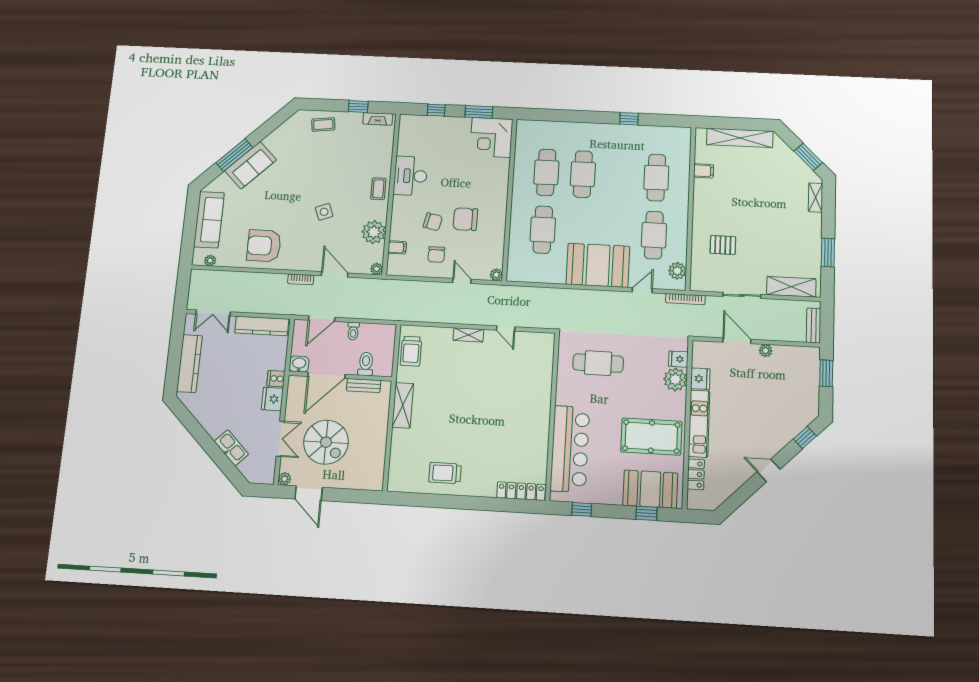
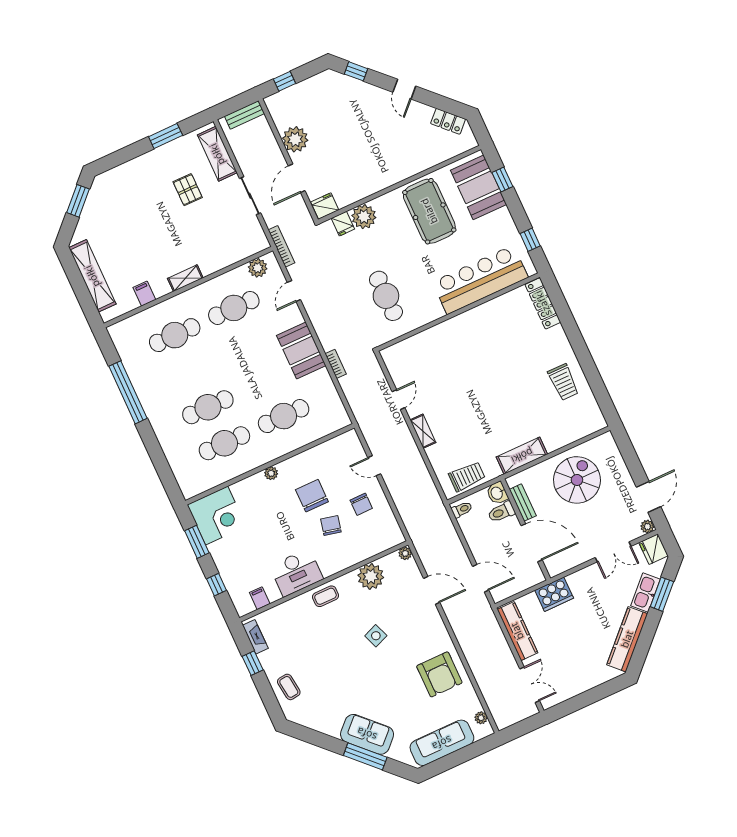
window: (629, 119) -> (128, 392), width x3.17
shelving: (815, 197) -> (185, 278), moved
chair: (465, 219) -> (312, 496), turned 180
pallet: (723, 245) -> (188, 190), moved
filing cabinet: (397, 247) -> (260, 598), moved
chair: (436, 254) -> (361, 504), turned 90
booth: (598, 265) -> (301, 350), width x0.73, depth x0.70
door: (335, 274) -> (432, 590), swing flipped
plant: (496, 275) -> (271, 473), moved
bookcase: (301, 279) -> (336, 364), moved
door: (462, 281) -> (374, 466), hinge flipped
door: (642, 290) -> (294, 291), hinge flipped
toilet: (353, 331) -> (462, 509), moved
plant: (766, 351) -> (295, 139), width x1.87, depth x1.87
kitchen counter: (189, 364) -> (627, 639), moved, turned -45
washbasin: (299, 364) -> (497, 493), moved
window: (826, 373) -> (285, 81), width x0.67
cooker: (276, 379) -> (554, 594), width x1.87, depth x1.31
fridge: (700, 379) -> (325, 206), moved
fridge: (272, 399) -> (653, 549), moved, turned 90
kitchen unit: (699, 424) -> (394, 174), removed
double door: (280, 439) -> (613, 552), swing flipped
spiral stairs: (326, 442) -> (577, 480), moved
window: (222, 461) -> (662, 594), added
locker: (696, 474) -> (448, 121), moved, turned -135

